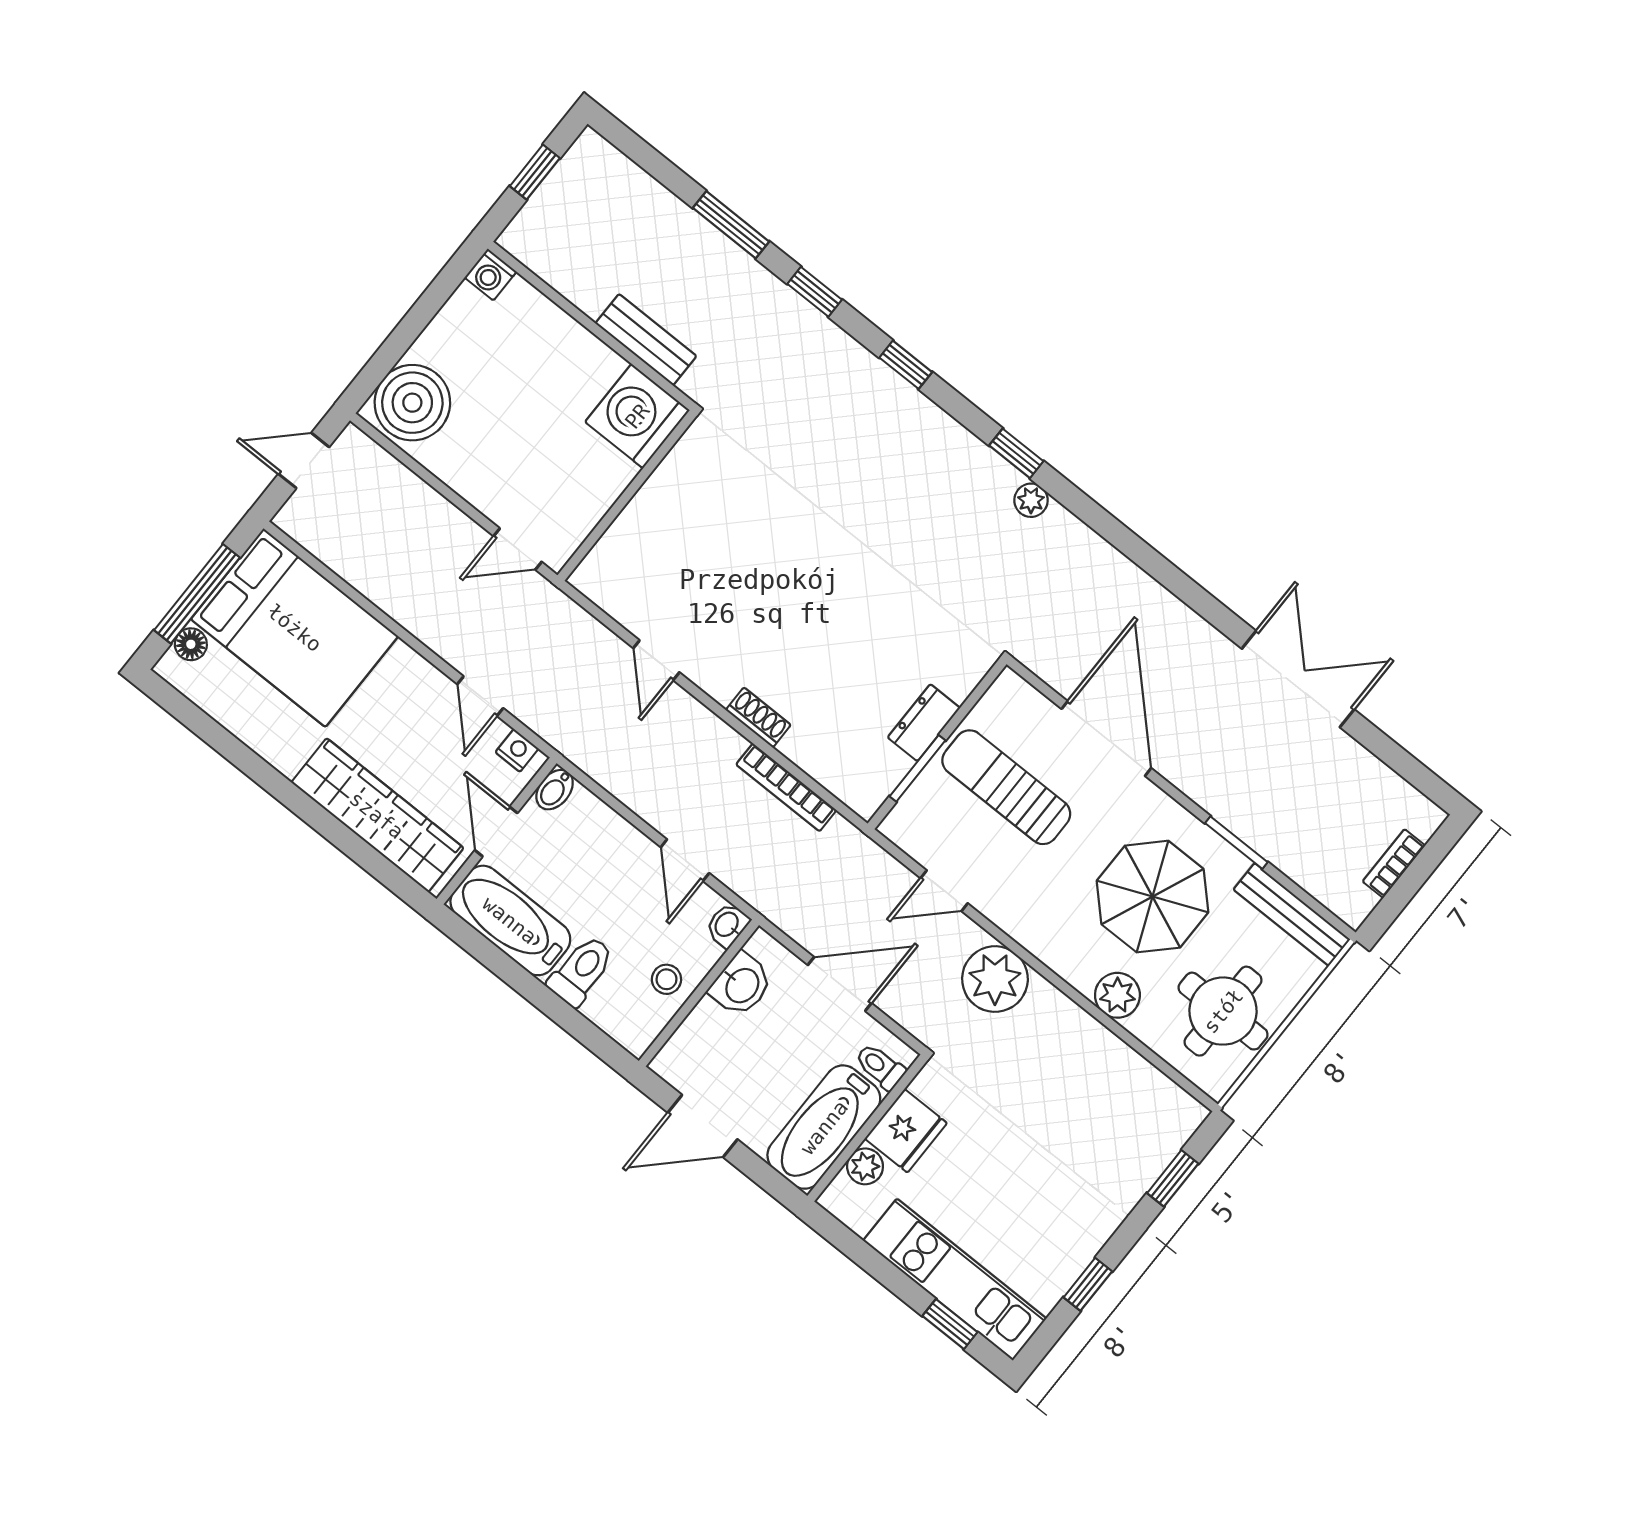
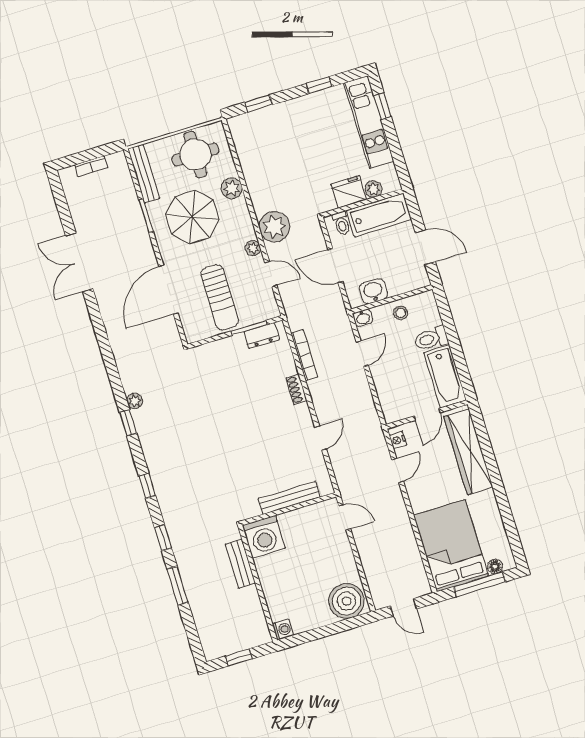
bench: (640, 516) -> (289, 498), added
dresser: (924, 723) -> (262, 336), moved
bidet: (555, 790) -> (394, 415), removed
plant: (1007, 915) -> (253, 248), added

